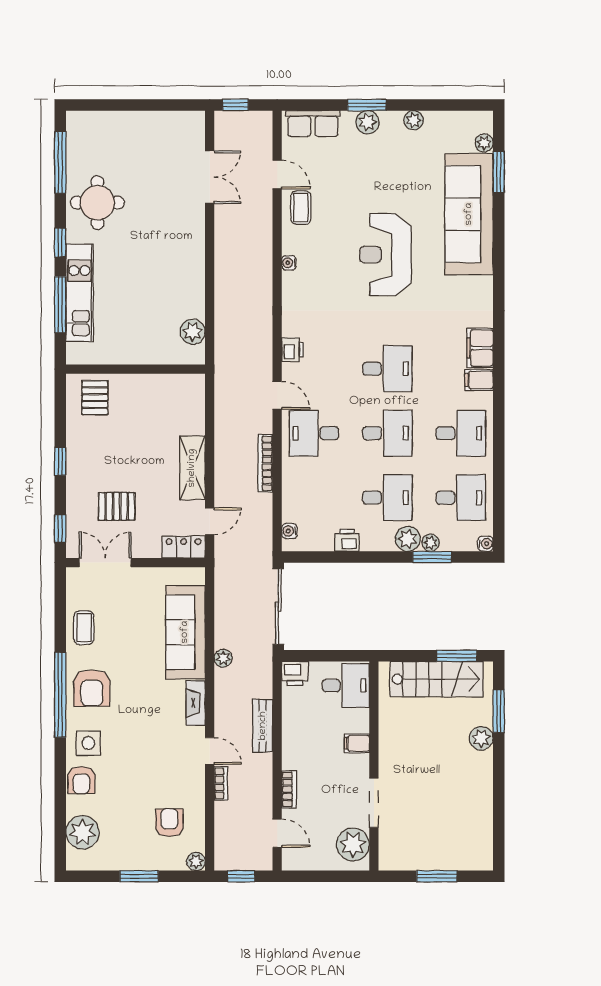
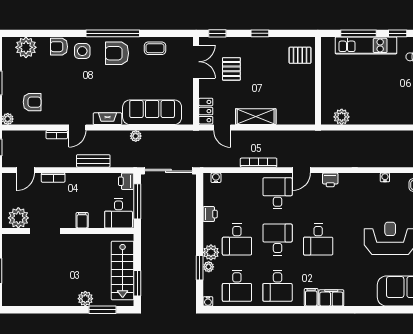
desk: (387, 433) -> (278, 240), turned 180
window: (327, 656) -> (137, 201), added

